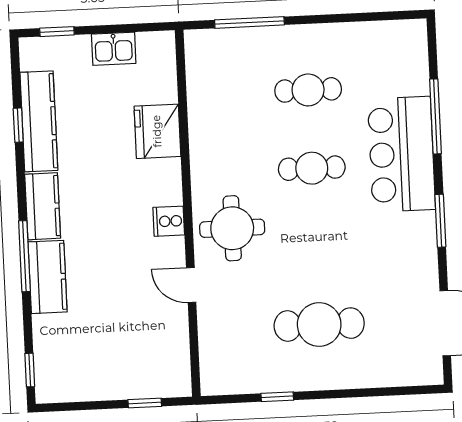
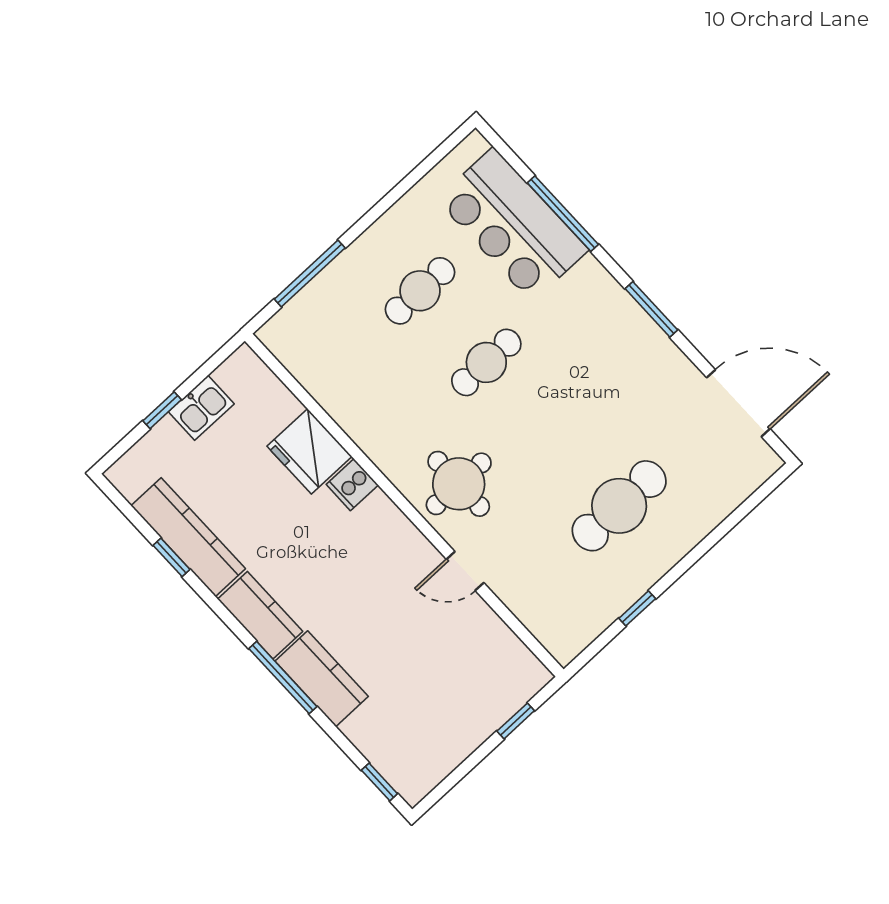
window: (57, 32) -> (162, 410), moved
bar counter: (402, 154) -> (512, 225), moved
cooker: (169, 221) -> (352, 485), moved

